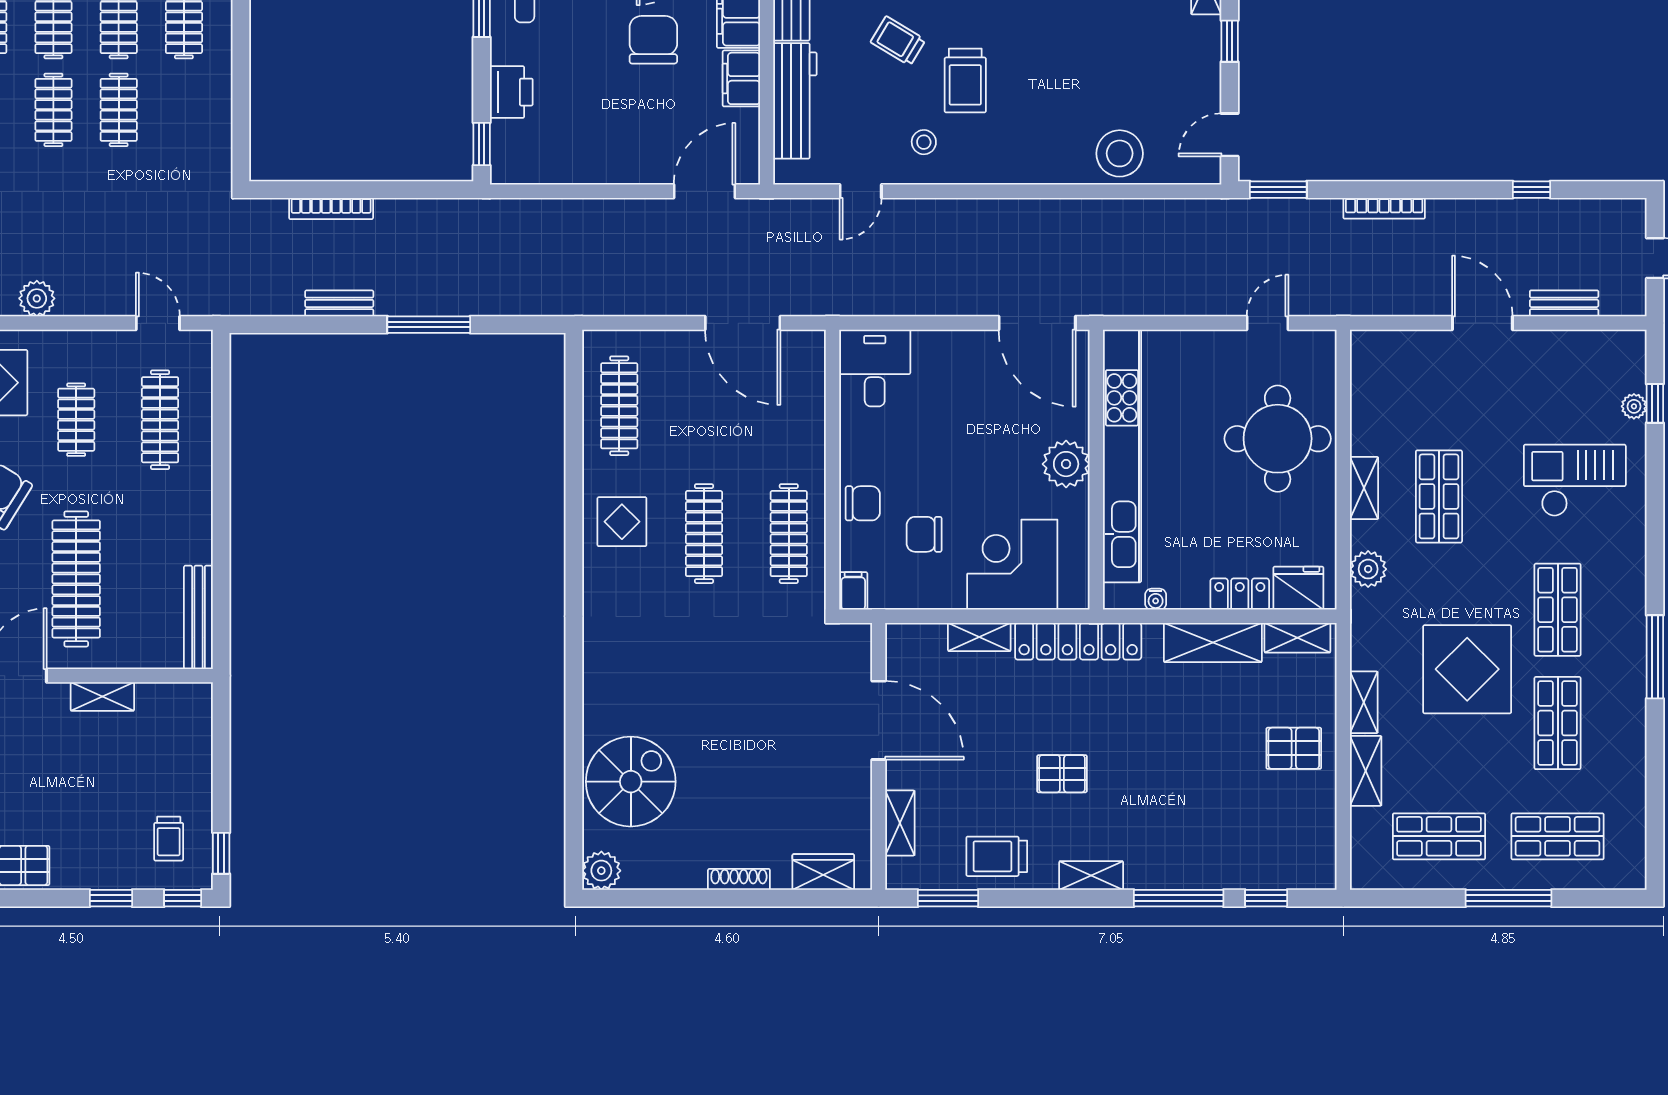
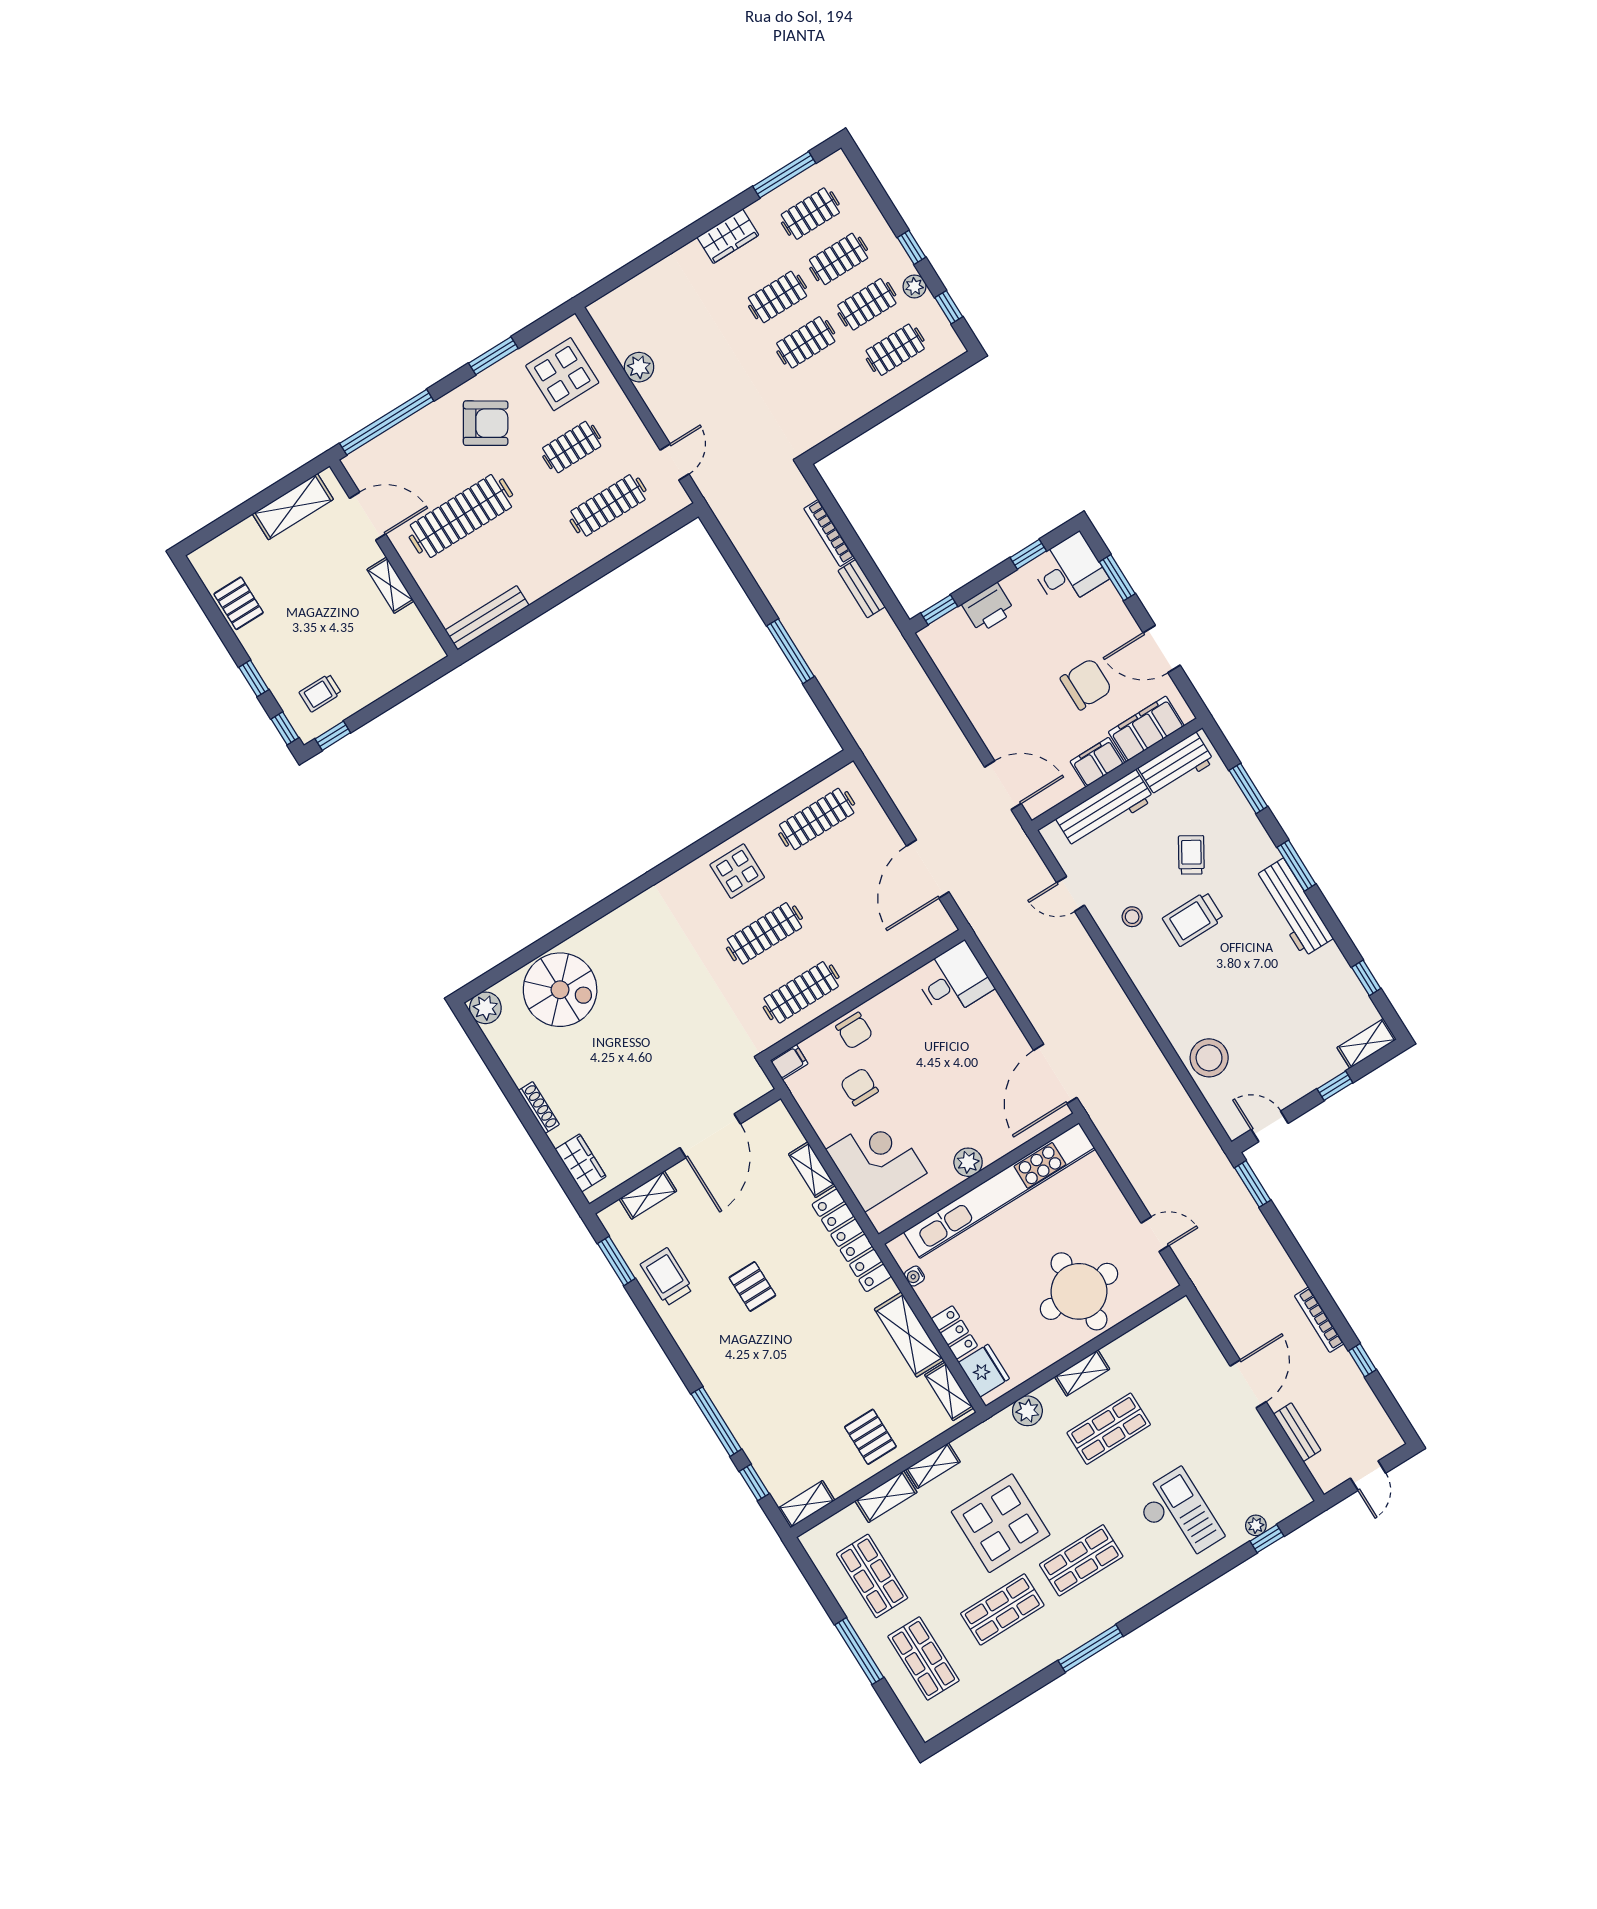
bookcase: (1384, 208) -> (1319, 1320), moved
bench: (339, 303) -> (862, 589), moved
plant: (1066, 464) -> (968, 1162), width x0.73, depth x0.73
shelving: (1091, 875) -> (807, 1504), moved, turned 90

